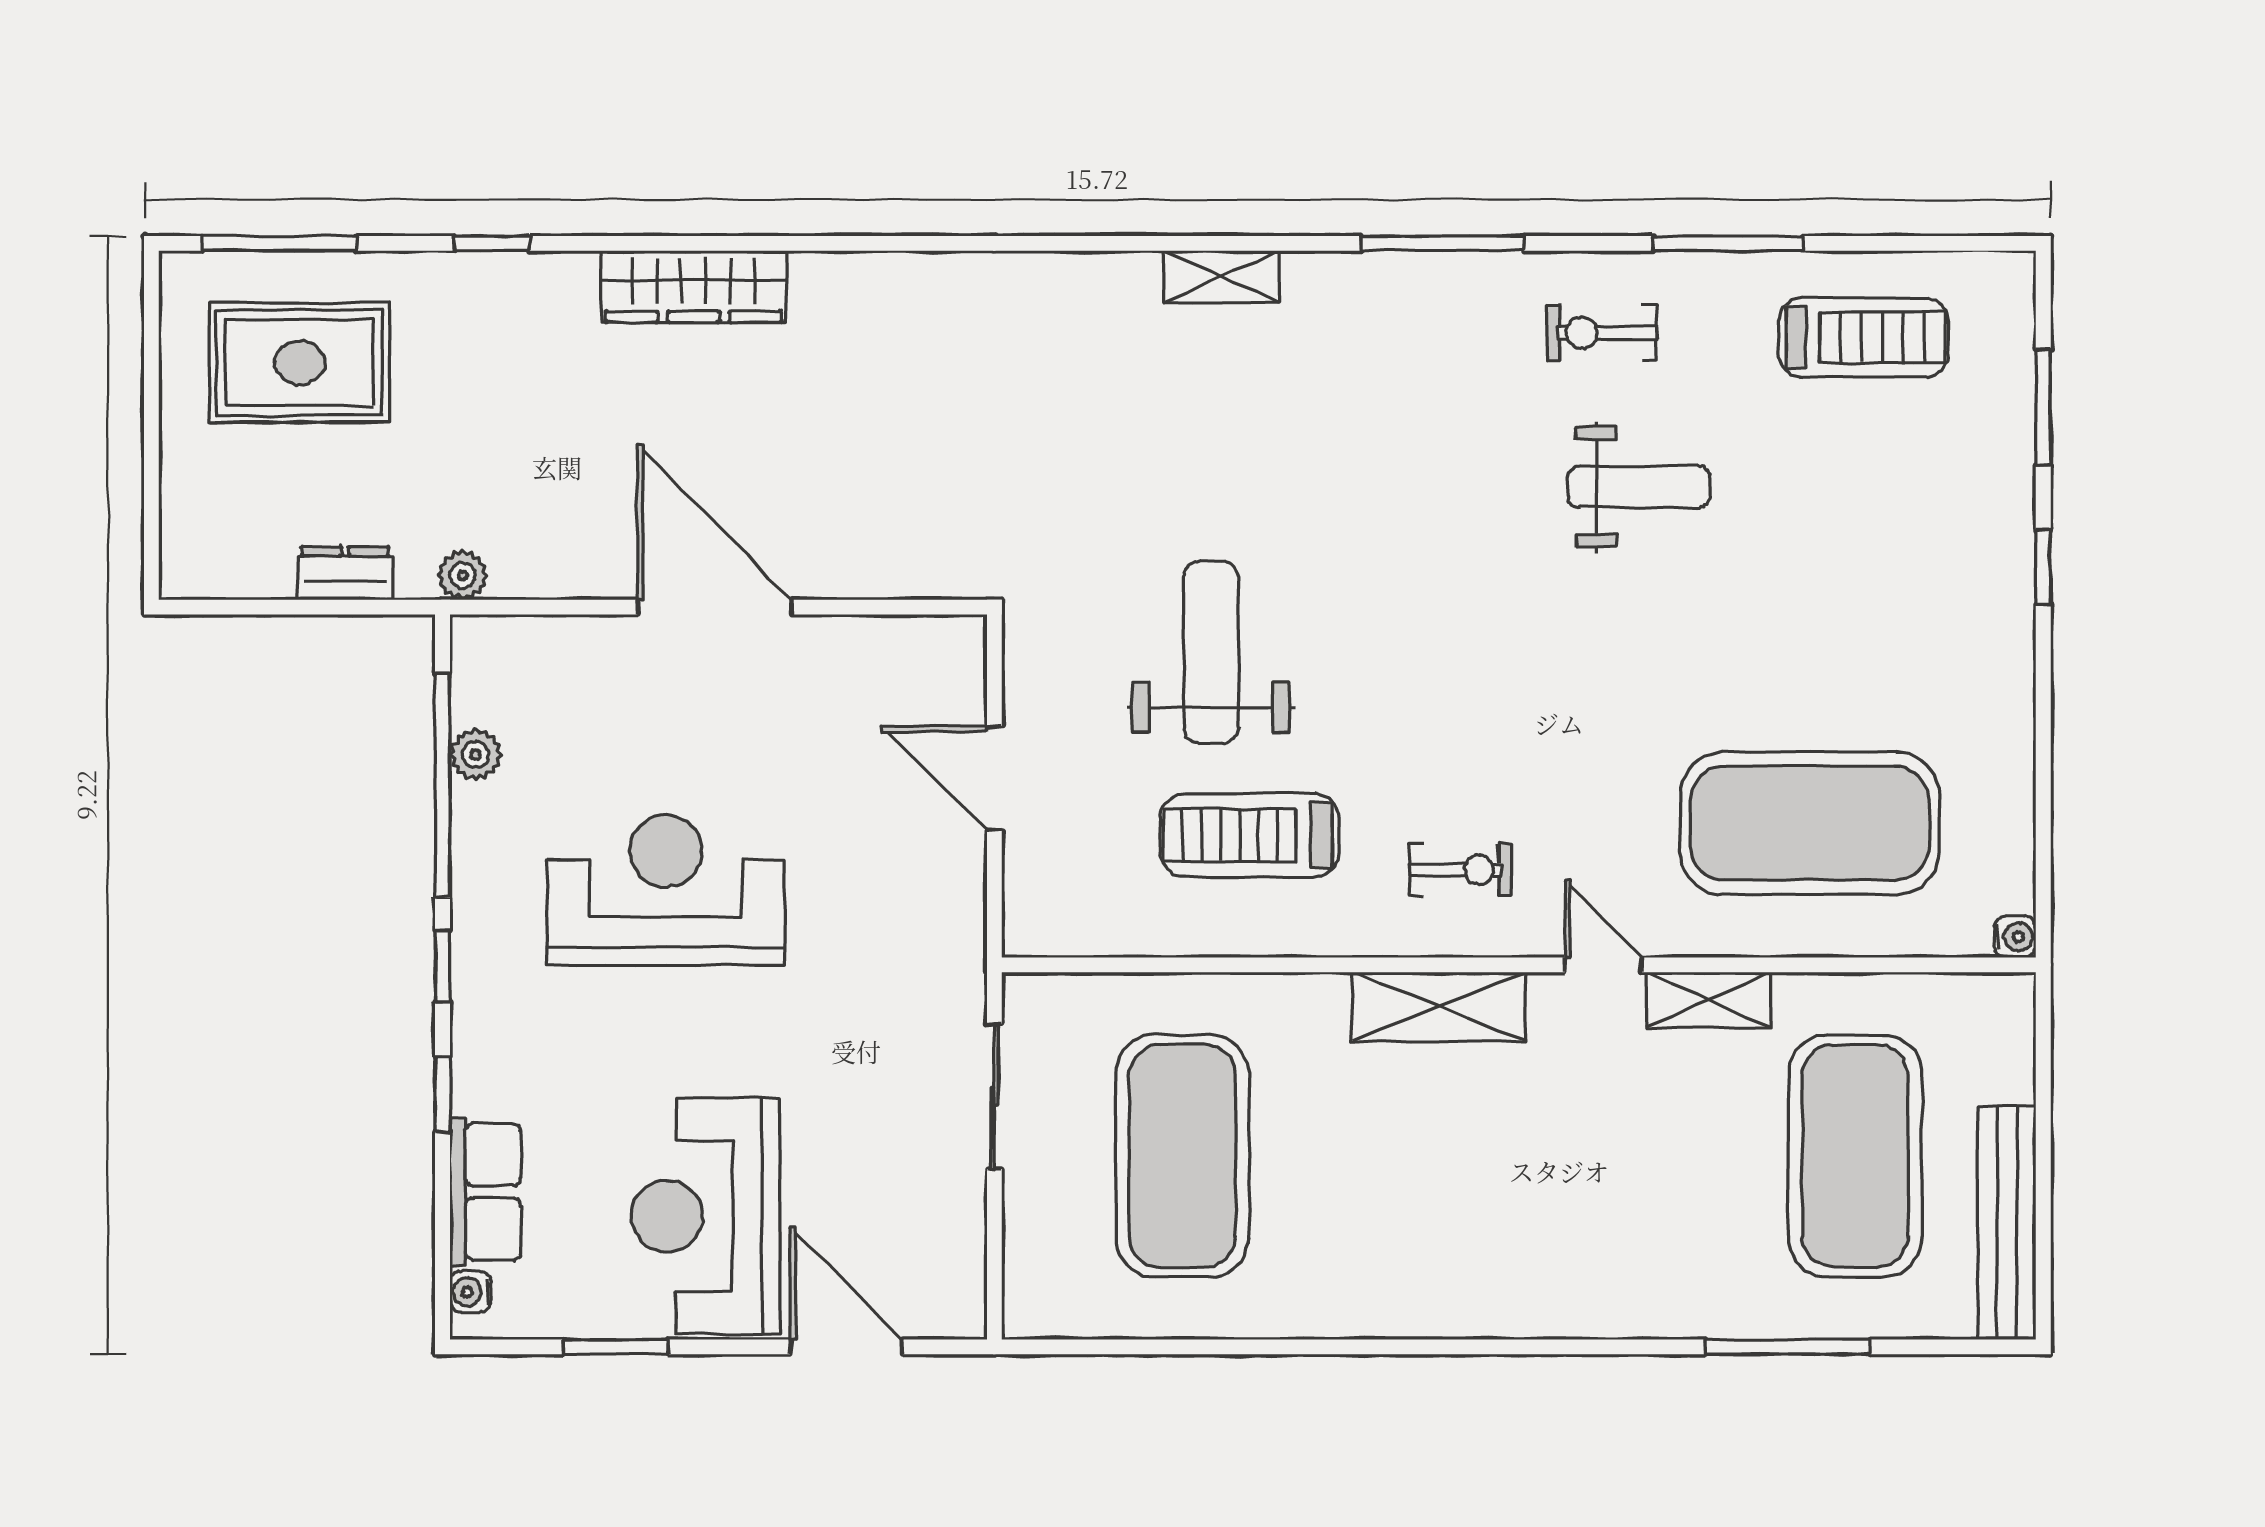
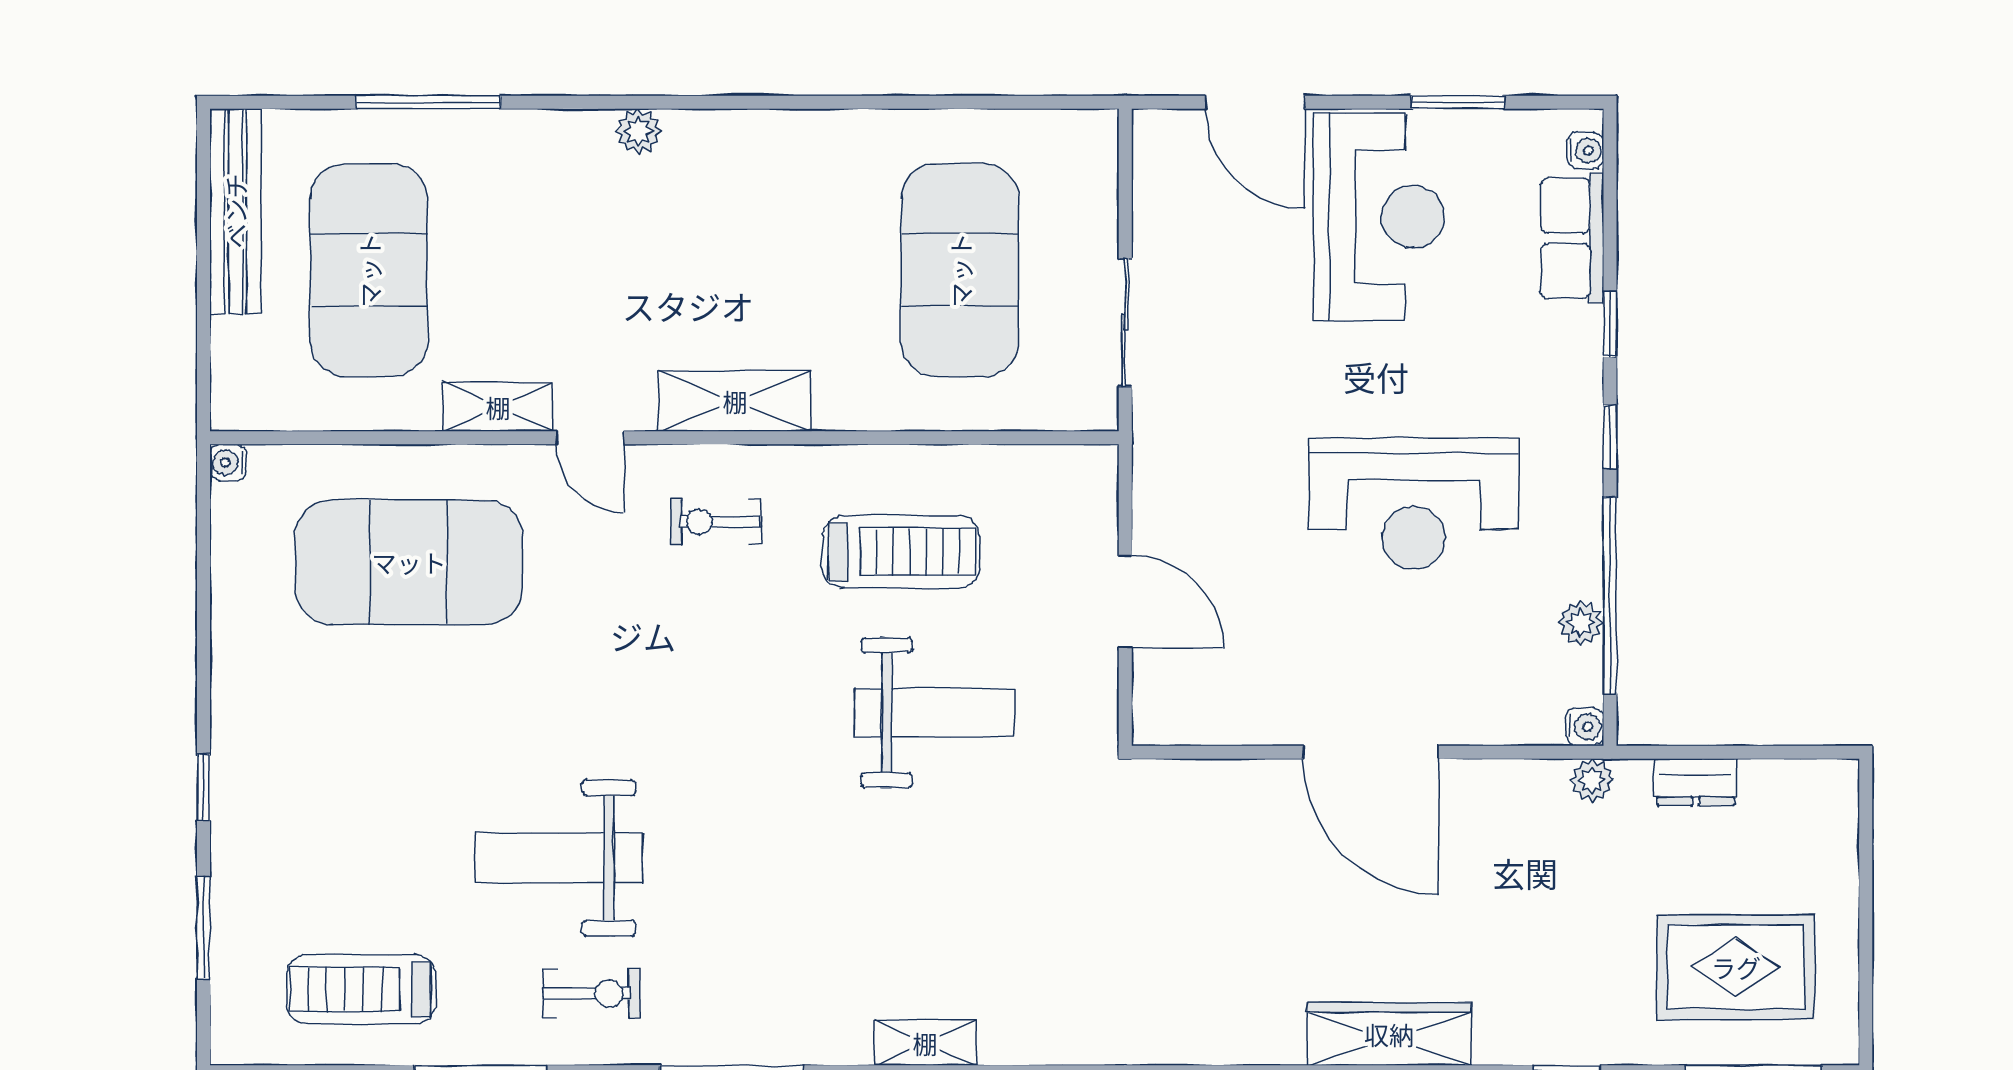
weight bench: (1639, 487) -> (559, 858), width x1.36, depth x1.33
water cooler: (471, 636) -> (1585, 727), added
weight bench: (1211, 652) -> (935, 713), turned -90
plant: (1548, 1314) -> (638, 131), added

